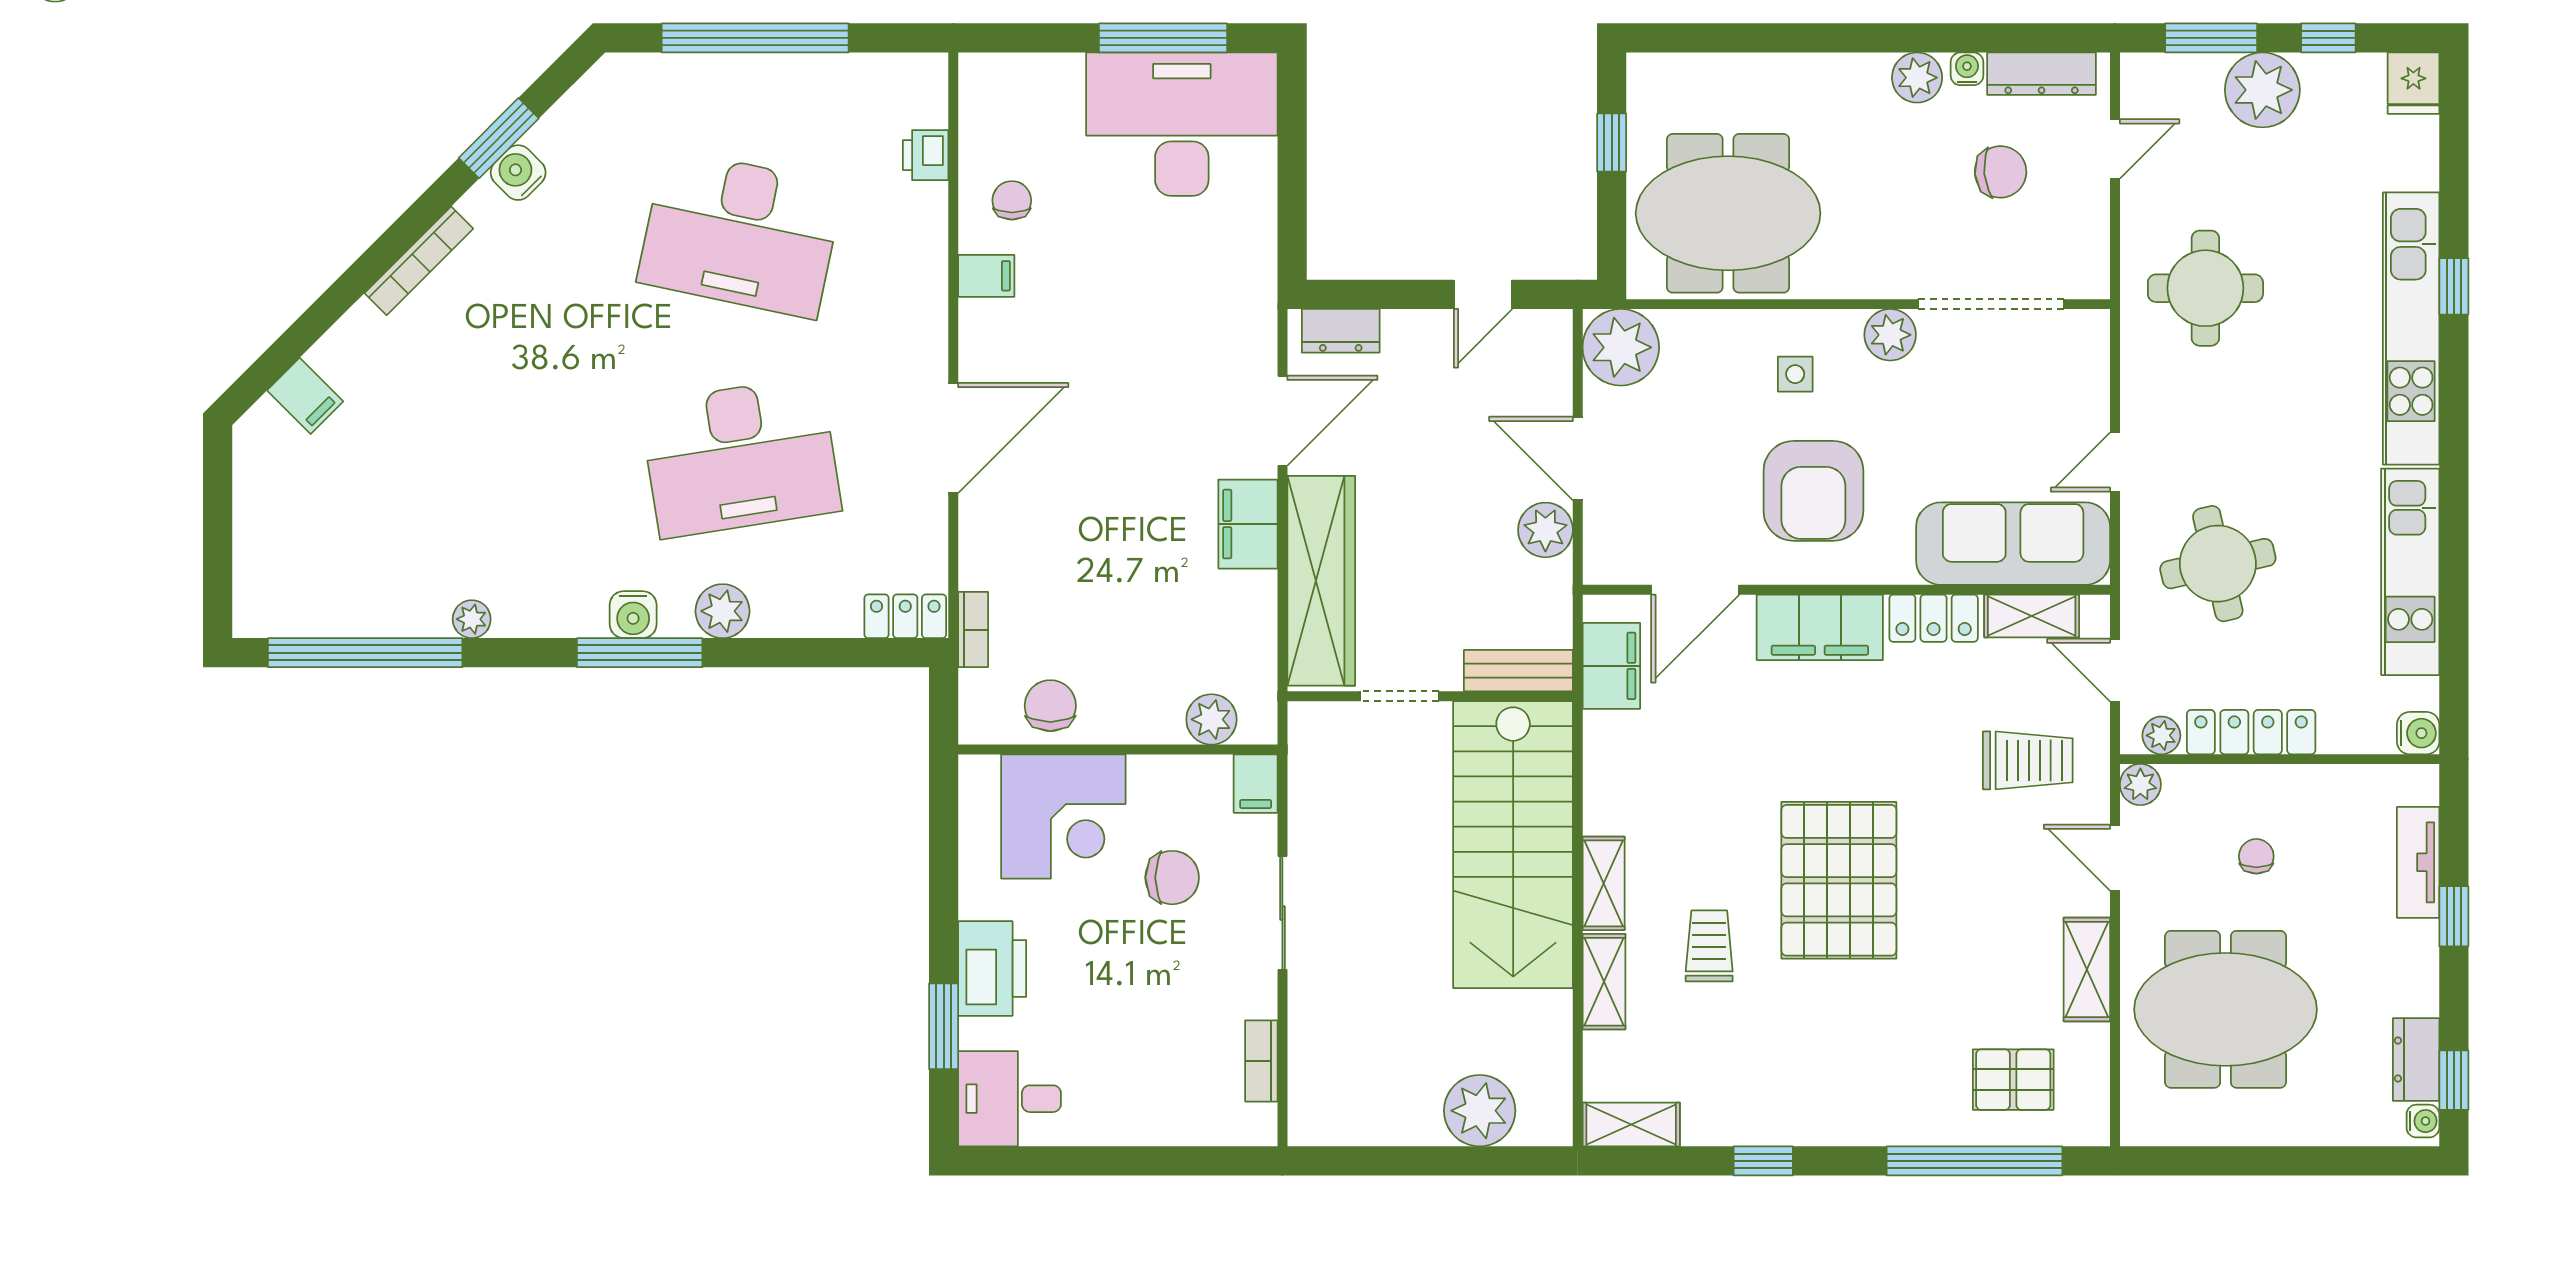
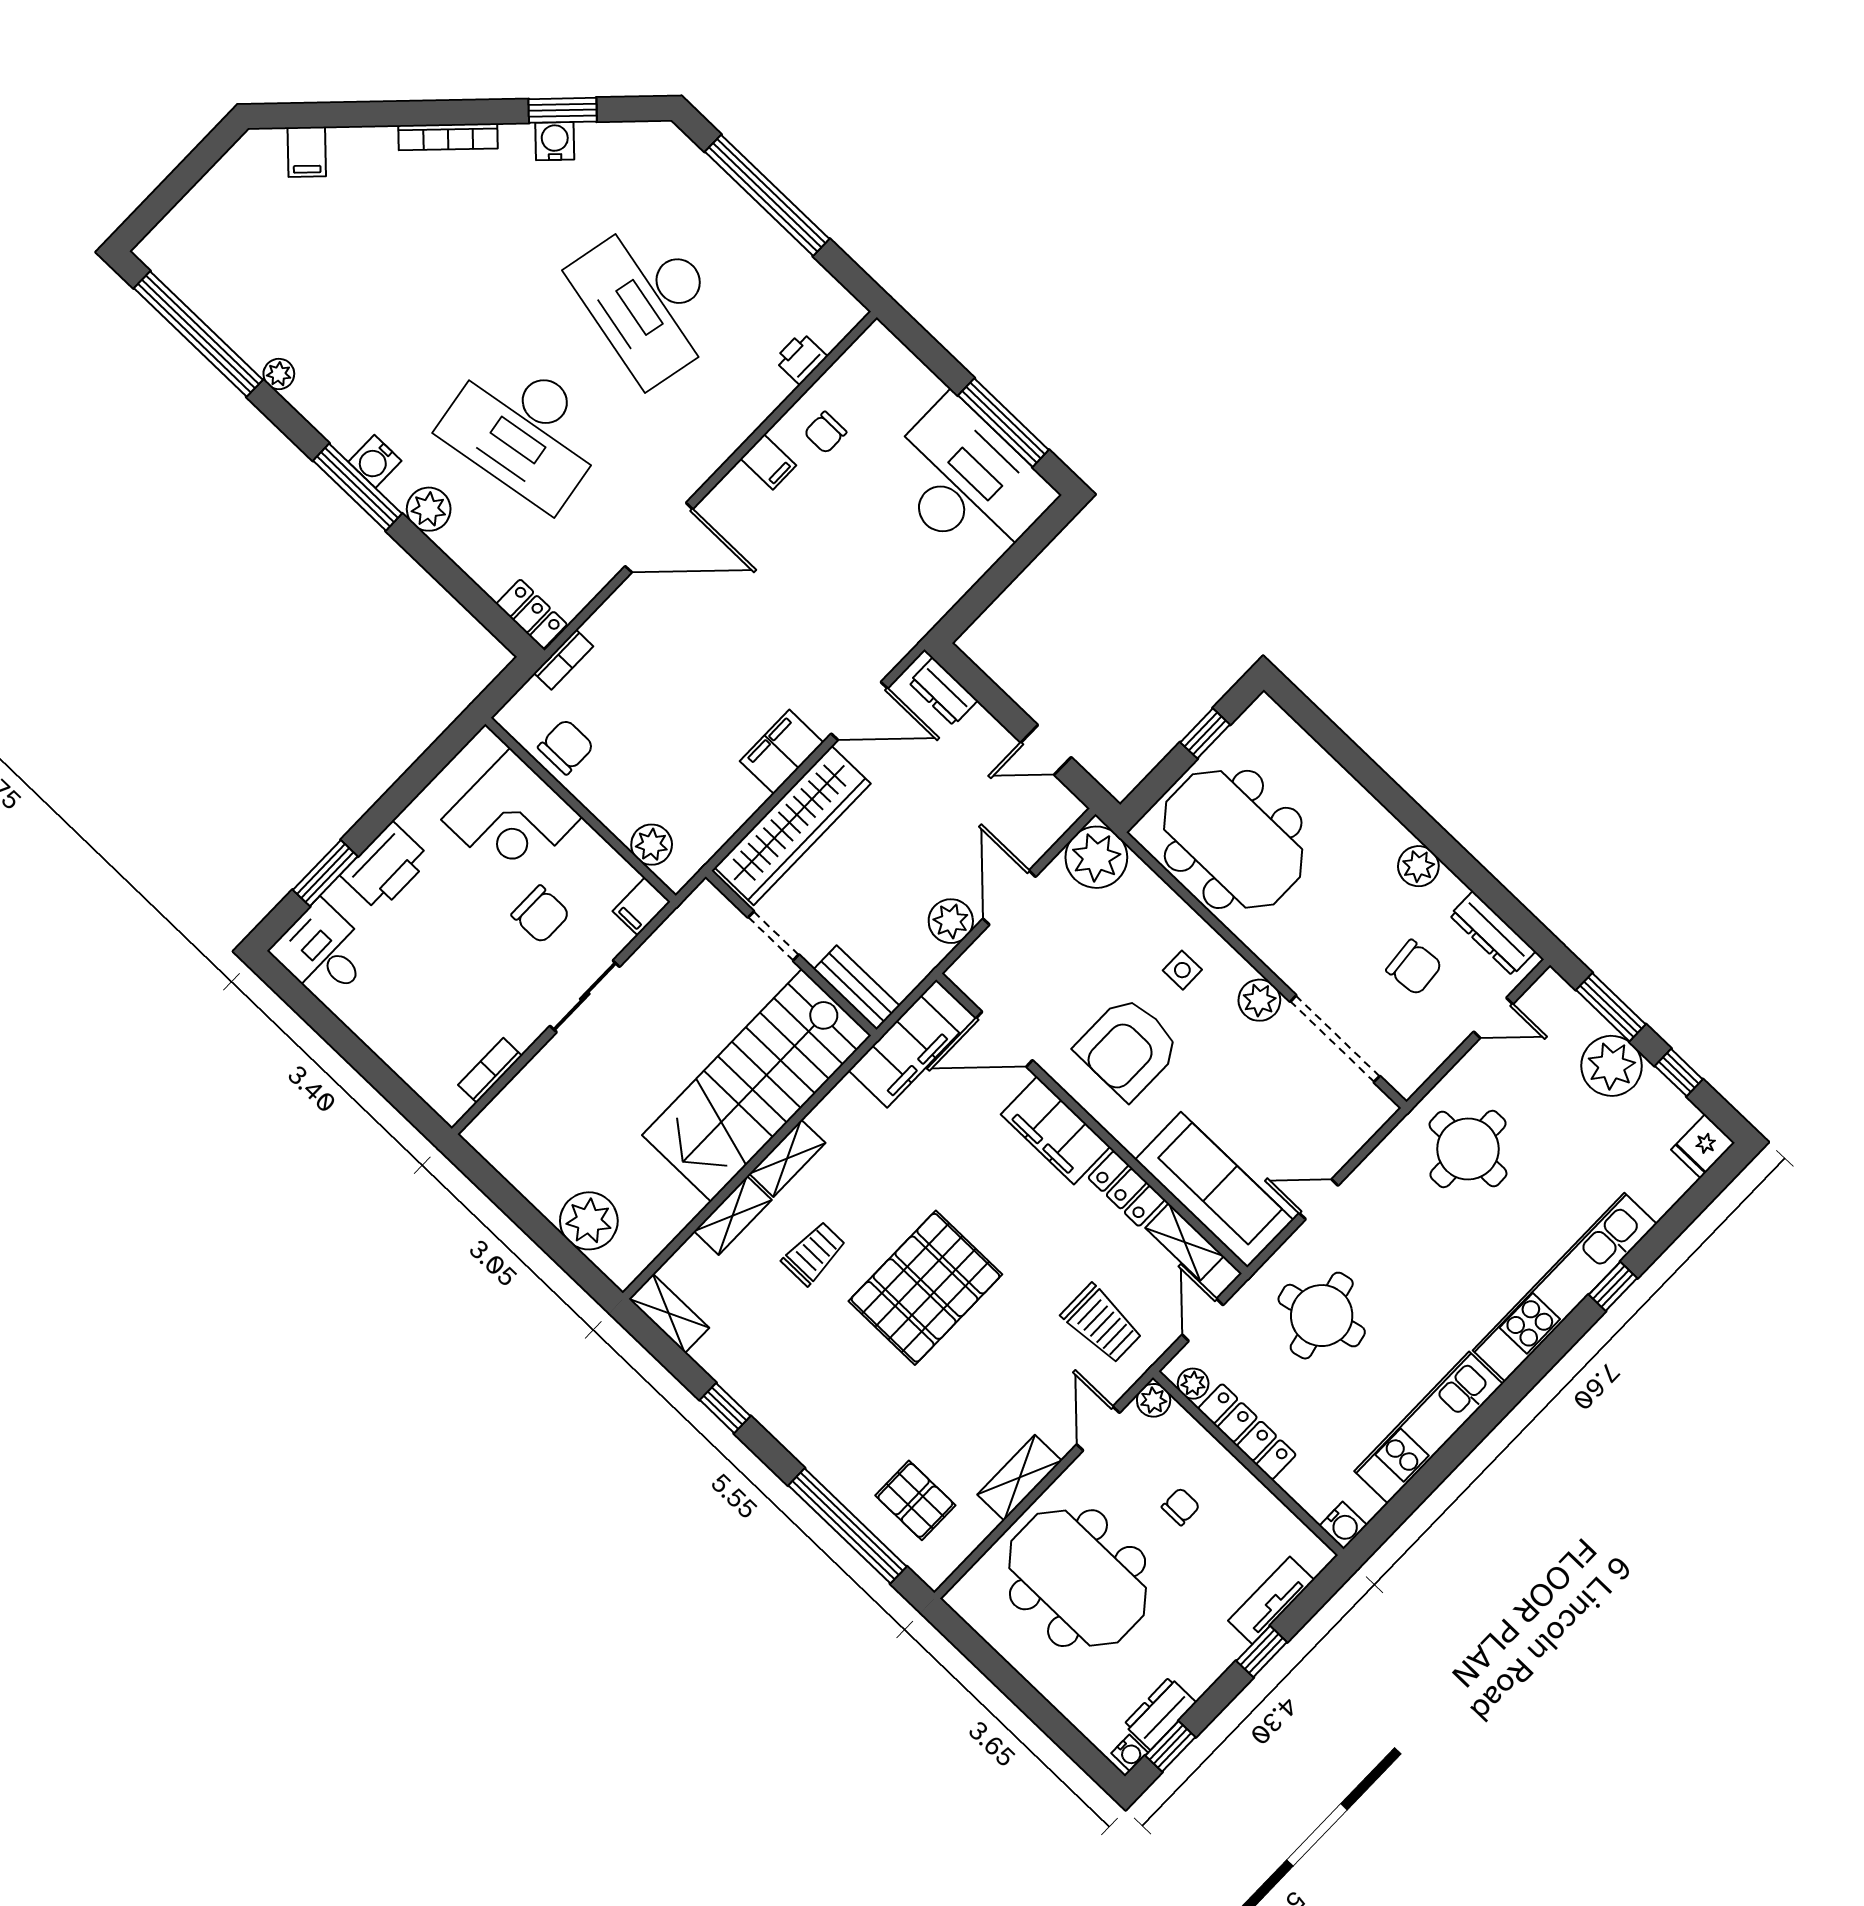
water cooler: (1967, 69) -> (1452, 889), removed
chair: (1012, 200) -> (825, 433), turned 180
filing cabinet: (1611, 666) -> (904, 1052), width x1.50, depth x1.17

